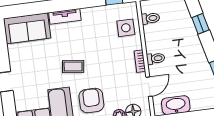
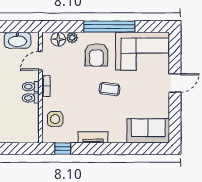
tv unit: (65, 16) -> (93, 137), moved
toilet: (151, 18) -> (31, 98), moved

